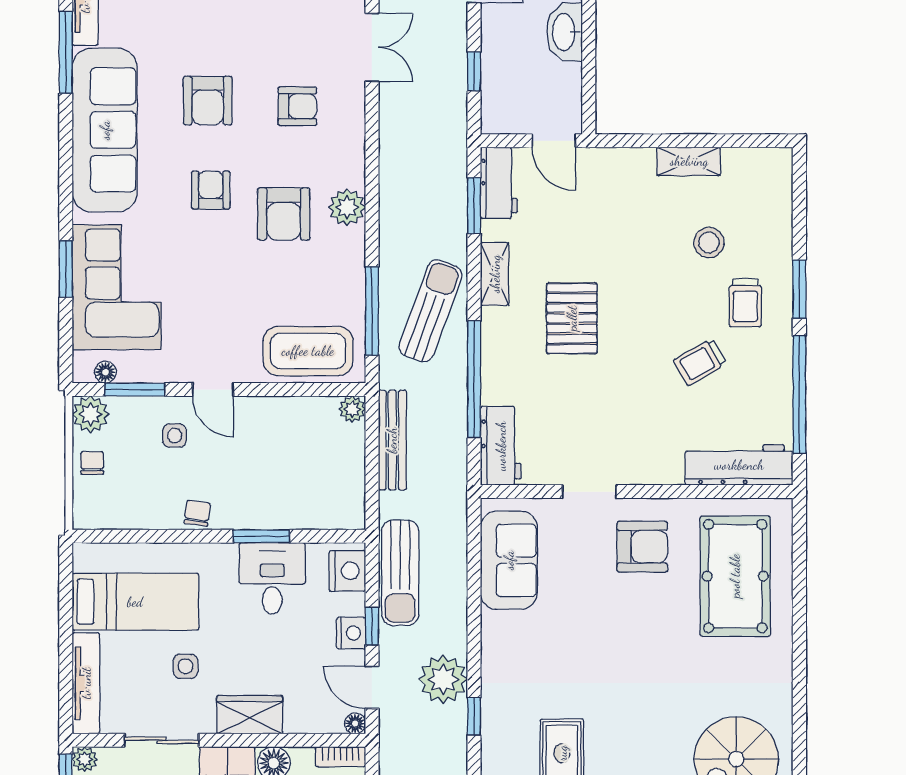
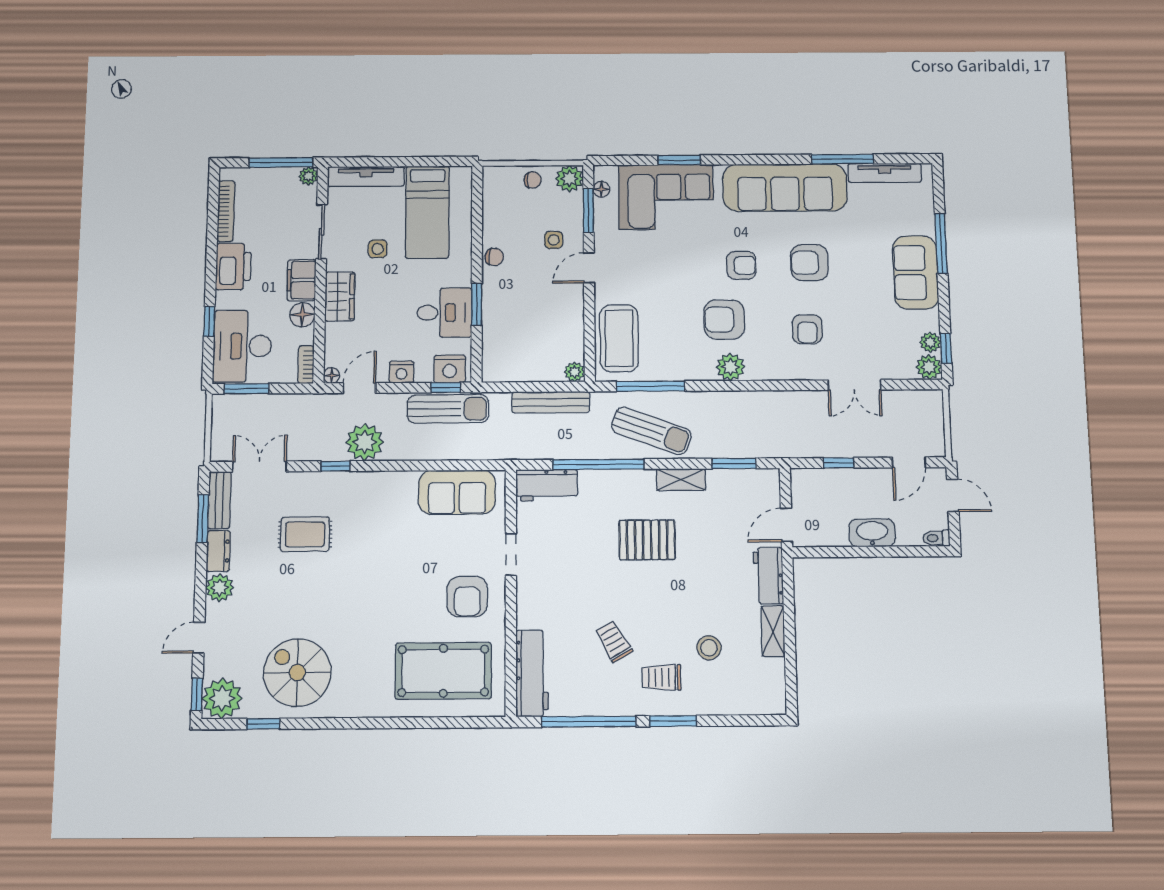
workbench: (499, 183) -> (768, 576), moved, turned 90
sun lounger: (400, 573) -> (448, 409), turned 180
window: (372, 626) -> (446, 387), moved

